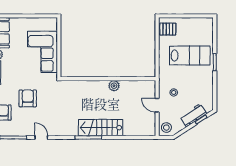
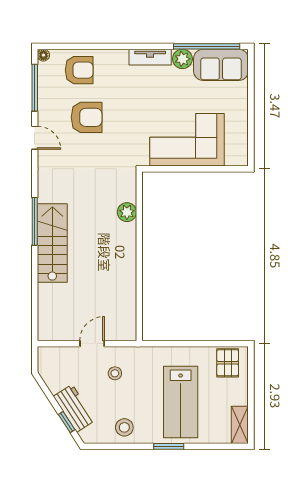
shelving: (203, 22) -> (240, 425), added
plant: (114, 86) -> (127, 212), moved
armchair: (28, 98) -> (87, 117), moved
stool: (166, 128) -> (124, 427), moved
door: (41, 137) -> (35, 138), hinge flipped

